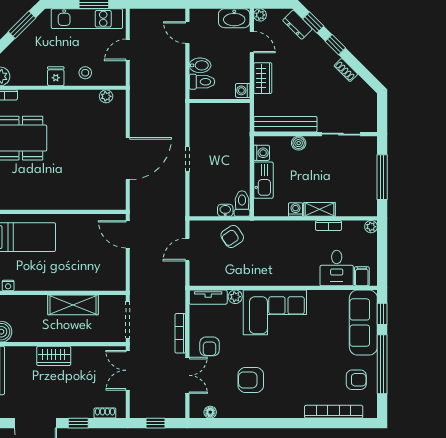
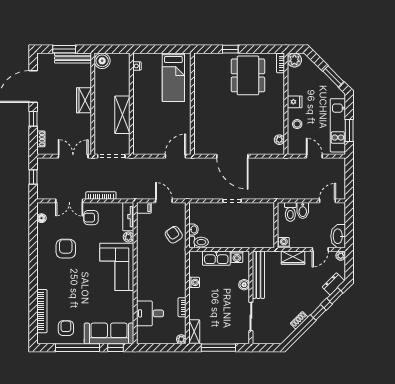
shelving: (319, 209) -> (194, 331), moved
filing cabinet: (362, 276) -> (144, 208), moved
armchair: (356, 380) -> (66, 328), turned 180

